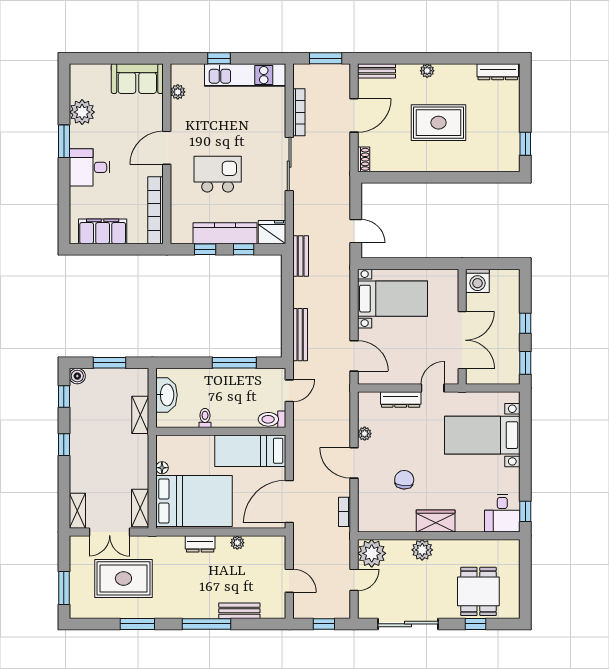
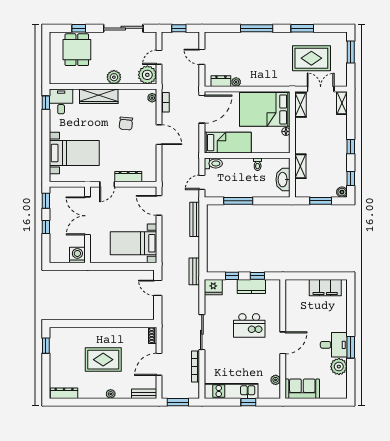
desk: (90, 167) -> (334, 345), moved
bookcase: (155, 210) -> (290, 302), removed
kitchen counter: (225, 233) -> (251, 286), width x0.67
plant: (365, 434) -> (152, 98), moved
wardrobe: (436, 521) -> (99, 96), width x1.50
dresser: (200, 544) -> (221, 81), moved
bench: (239, 611) -> (235, 37), removed

